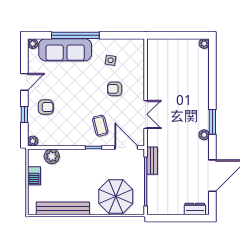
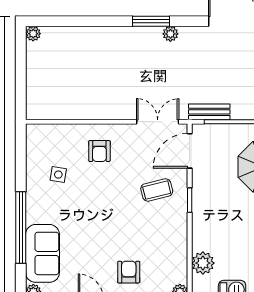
sofa: (65, 50) -> (42, 253), width x0.73
armchair: (115, 89) -> (99, 151), moved
double door: (146, 114) -> (158, 122), moved

